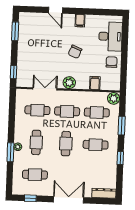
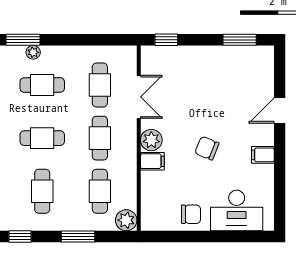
filing cabinet: (95, 83) -> (152, 161), moved

